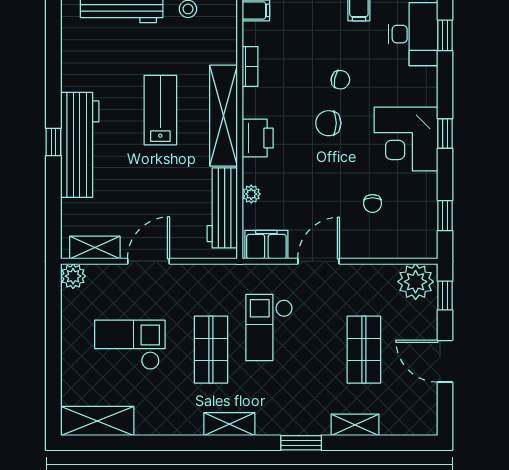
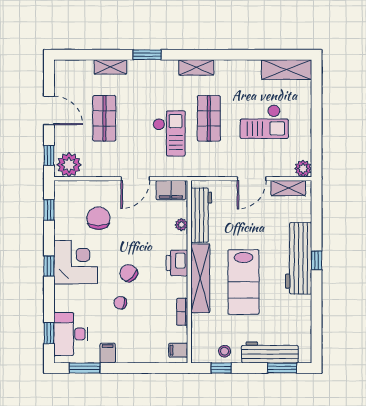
lab bench: (160, 110) -> (243, 282), width x1.36, depth x1.39
chair: (328, 123) -> (129, 273), turned -136
chair: (373, 203) -> (98, 218), width x1.87, depth x1.87

